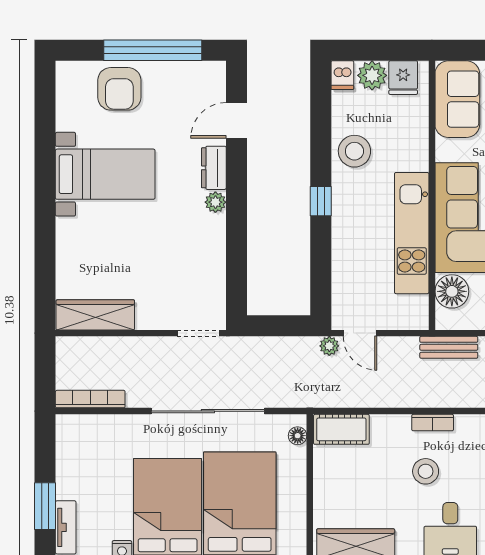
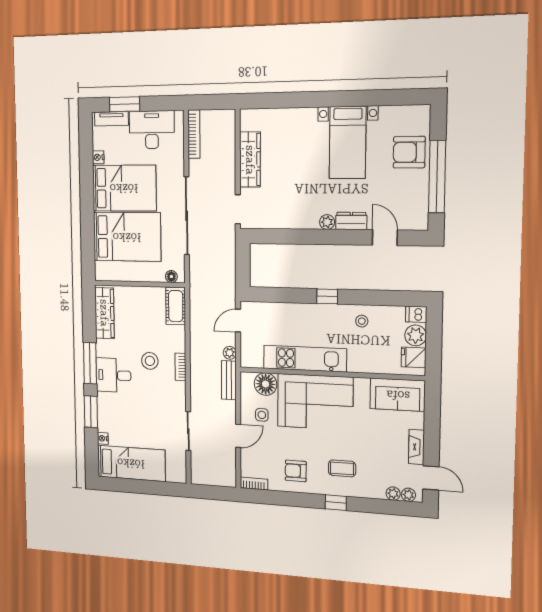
stool: (354, 151) -> (362, 321), width x0.53, depth x0.53
wardrobe: (95, 315) -> (250, 160), moved
plant: (329, 346) -> (230, 353), moved
desk: (83, 464) -> (152, 130), added

